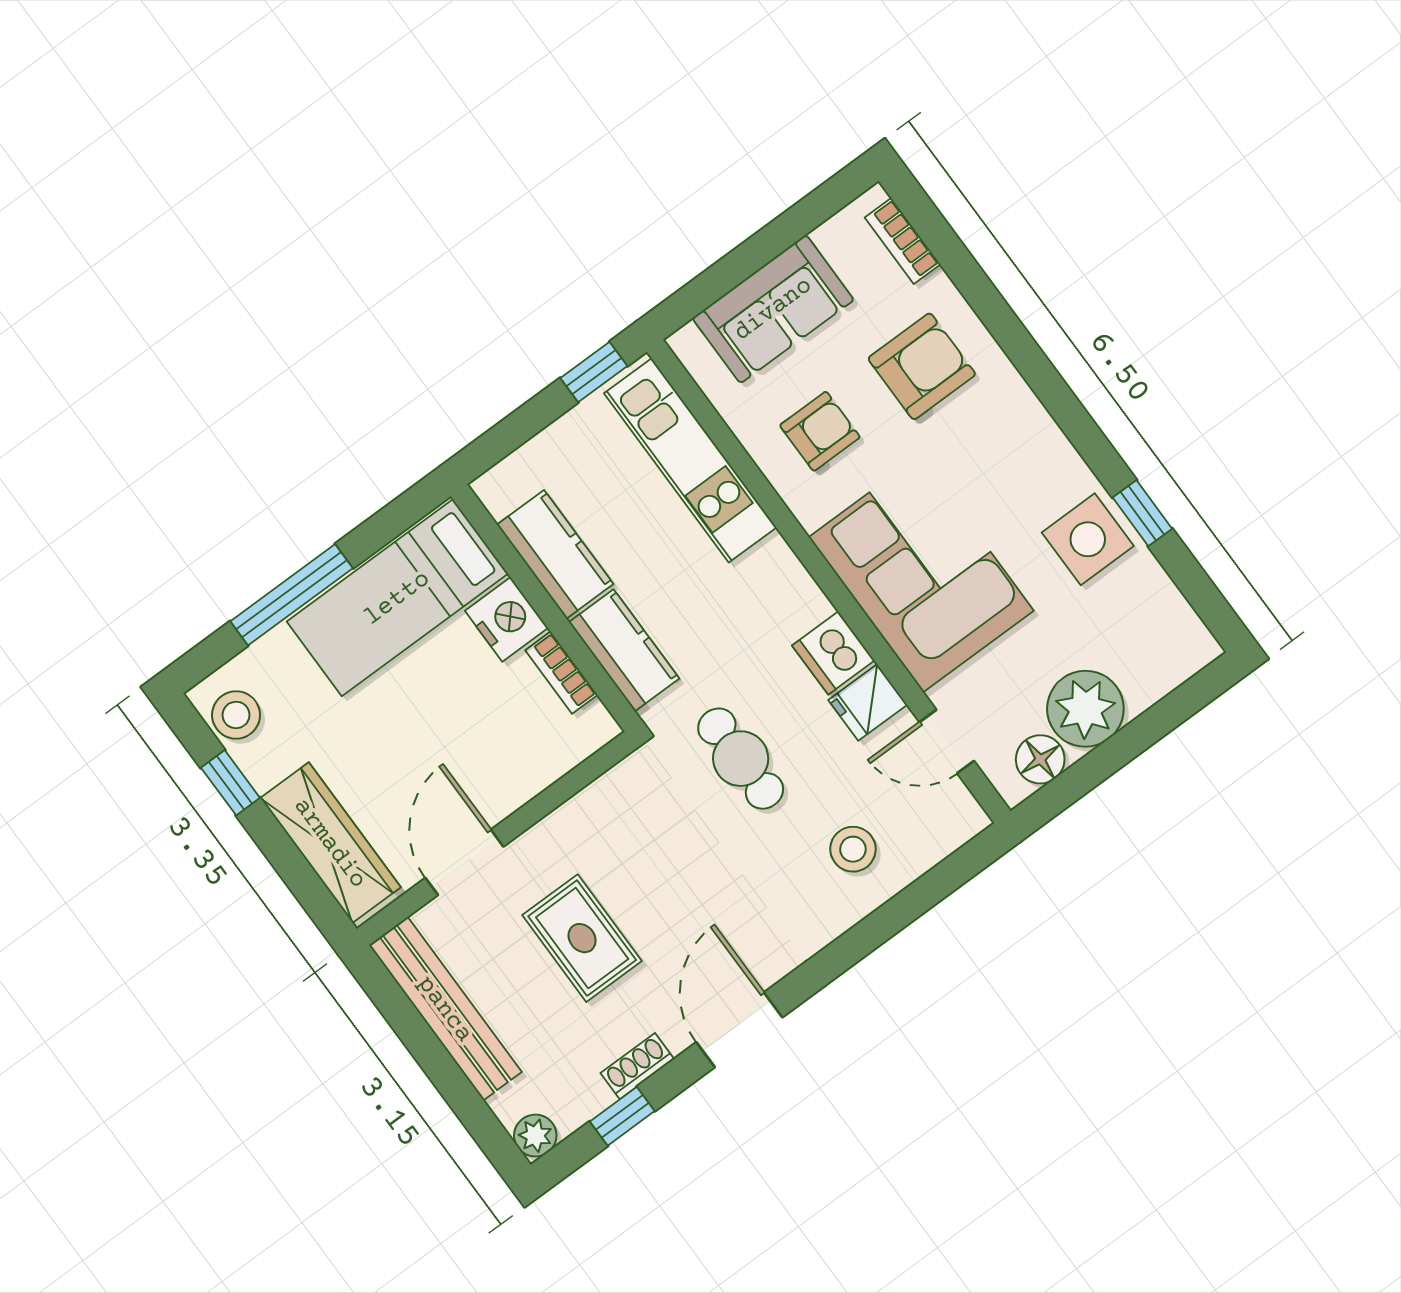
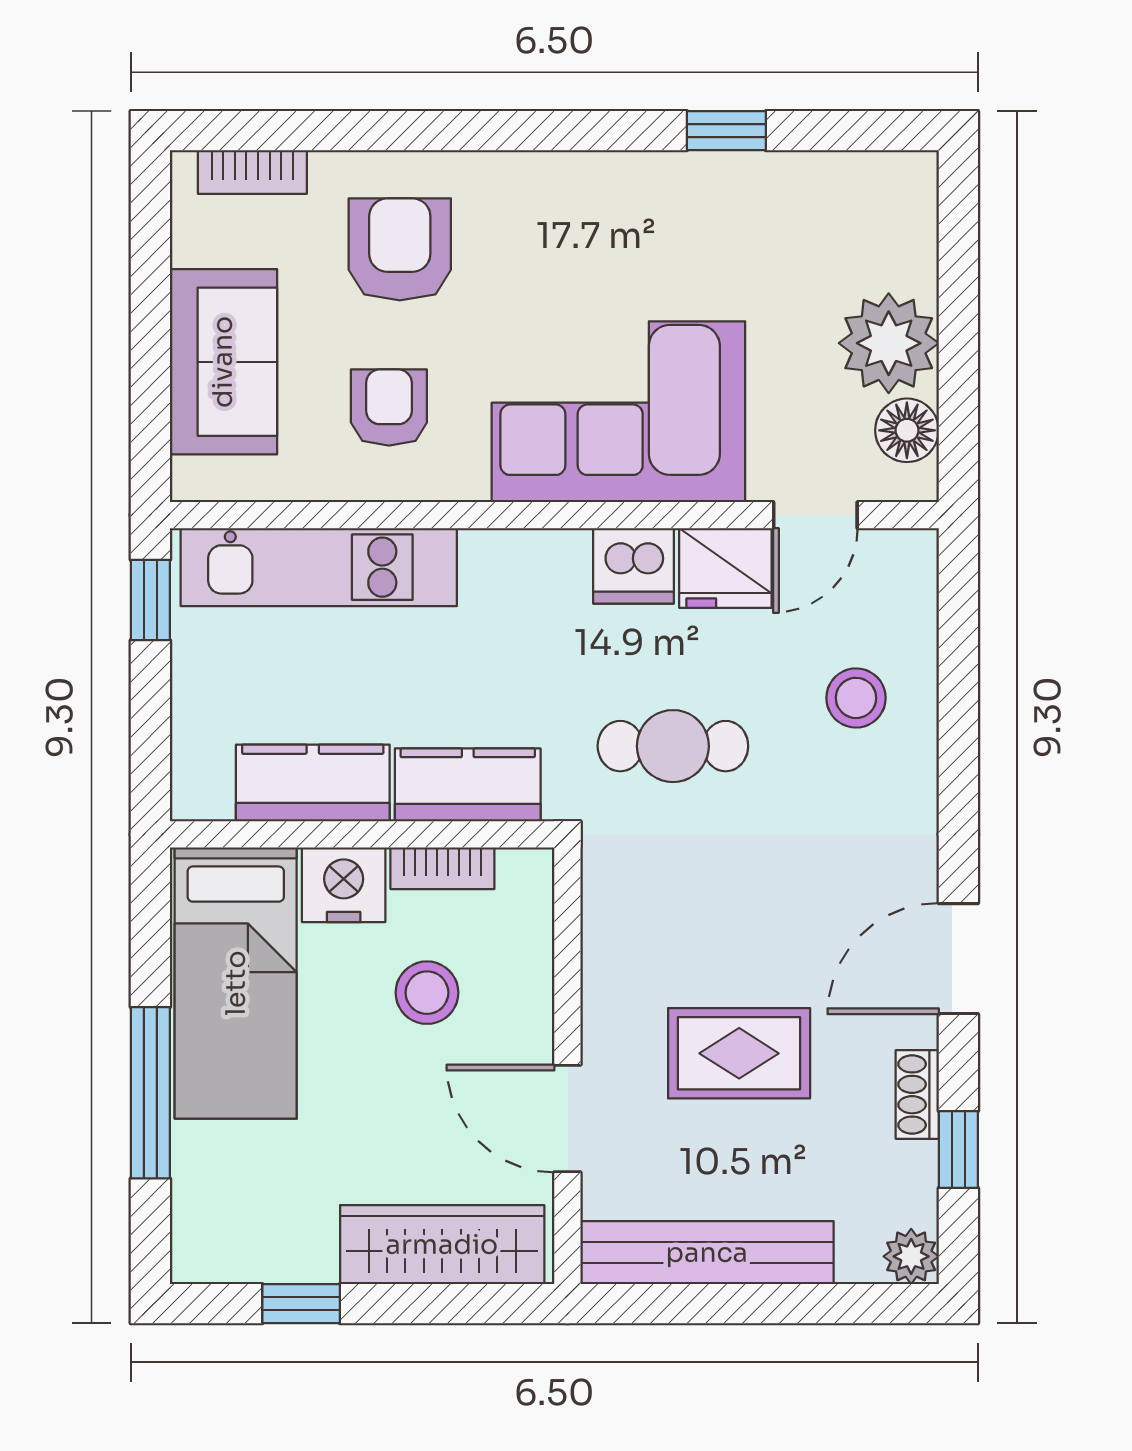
side table: (1088, 539) -> (712, 209), removed
fridge: (868, 702) -> (725, 568), width x1.38
stool: (236, 715) -> (427, 993), moved
door: (739, 1030) -> (958, 959), hinge flipped

